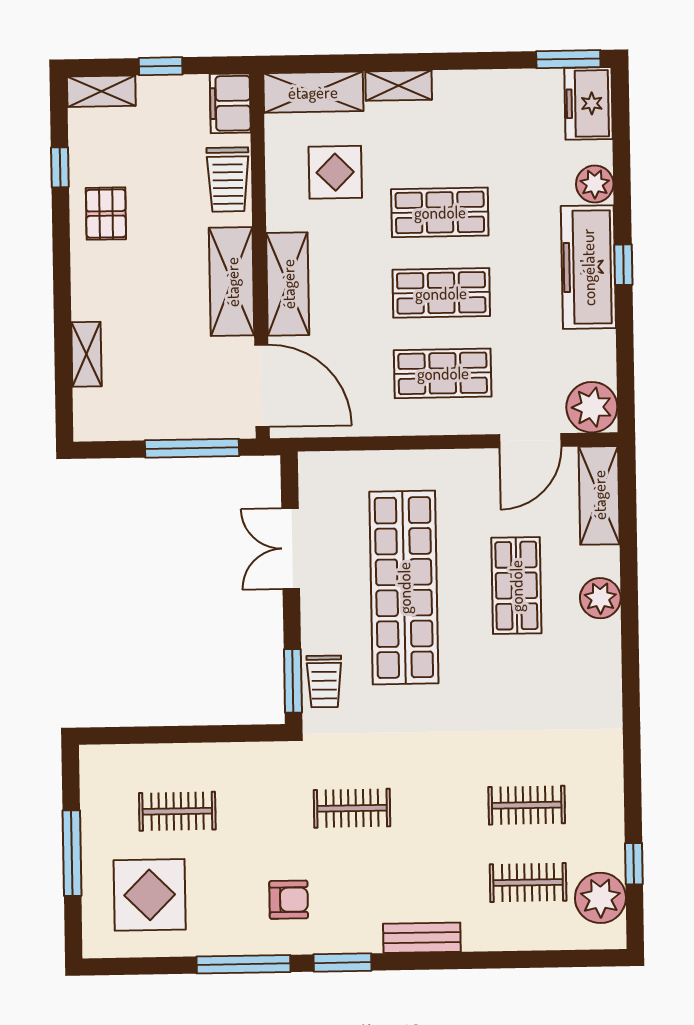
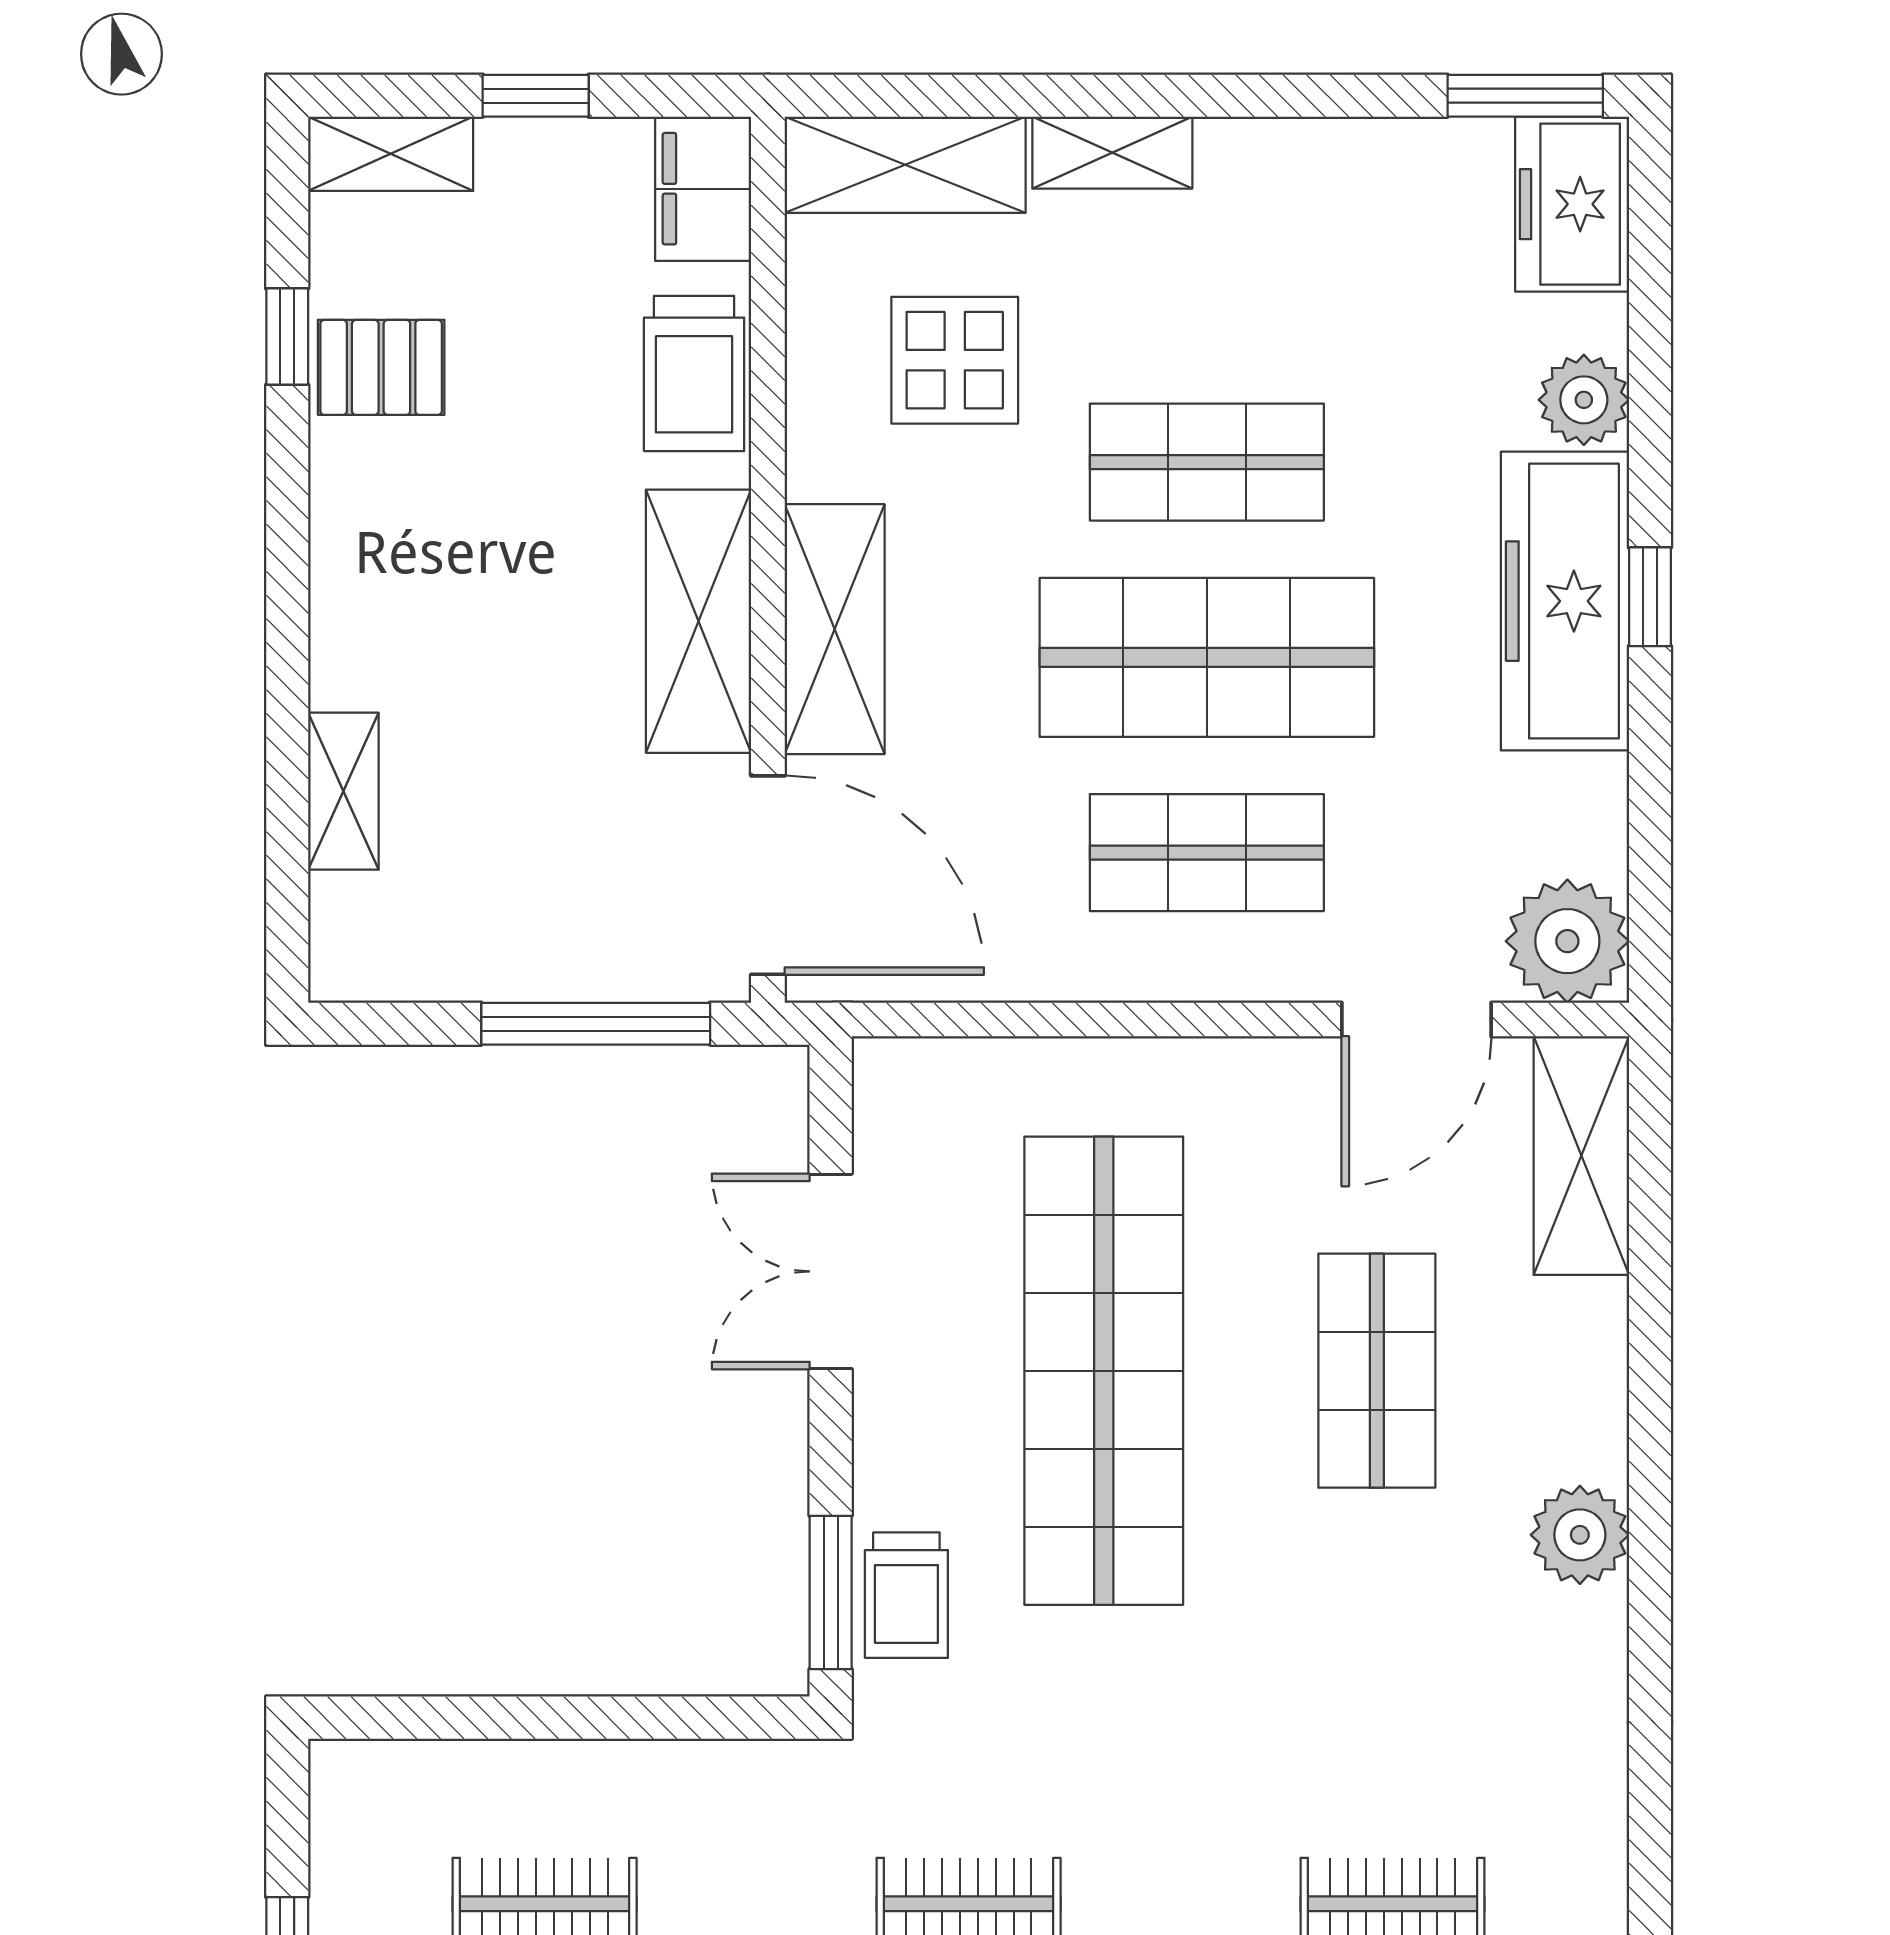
pallet: (106, 214) -> (381, 367), moved, turned 90
shop shelf: (441, 293) -> (1207, 657), width x1.43, depth x1.36
plant: (600, 598) -> (1580, 1535), moved

